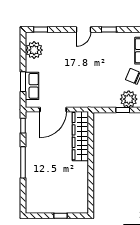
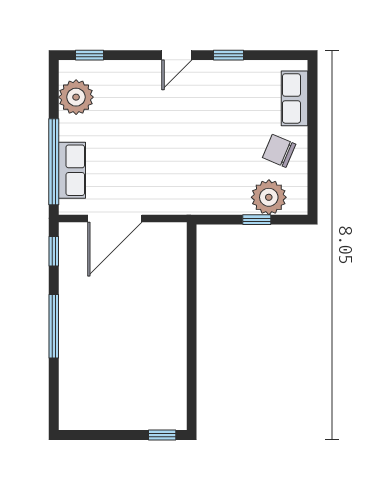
window: (23, 82) -> (54, 162), width x2.11
wardrobe: (80, 136) -> (170, 273), removed
window: (61, 216) -> (162, 435), moved

